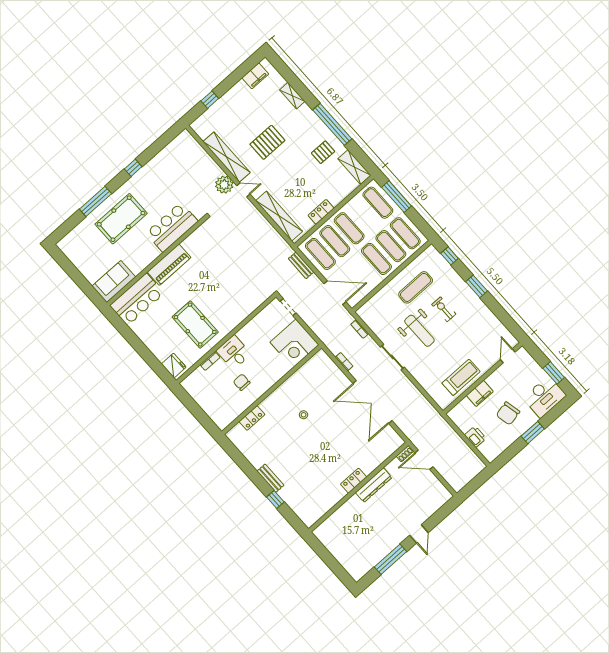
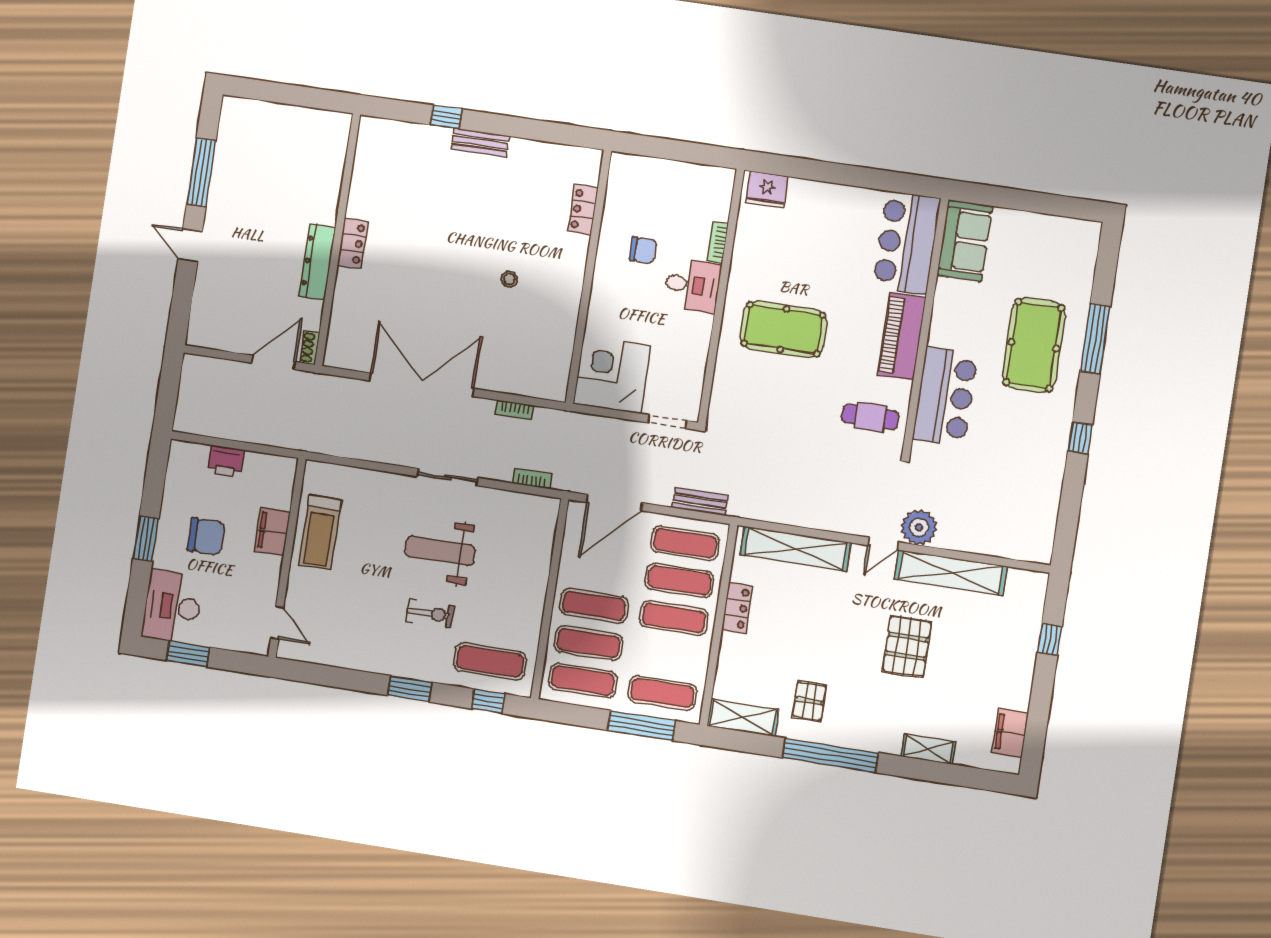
cafe table: (207, 243) -> (870, 417), added
exercise mat: (416, 287) -> (490, 661), moved, turned 90
pool table: (195, 325) -> (783, 329), moved
chair: (508, 413) -> (206, 536), turned 102

